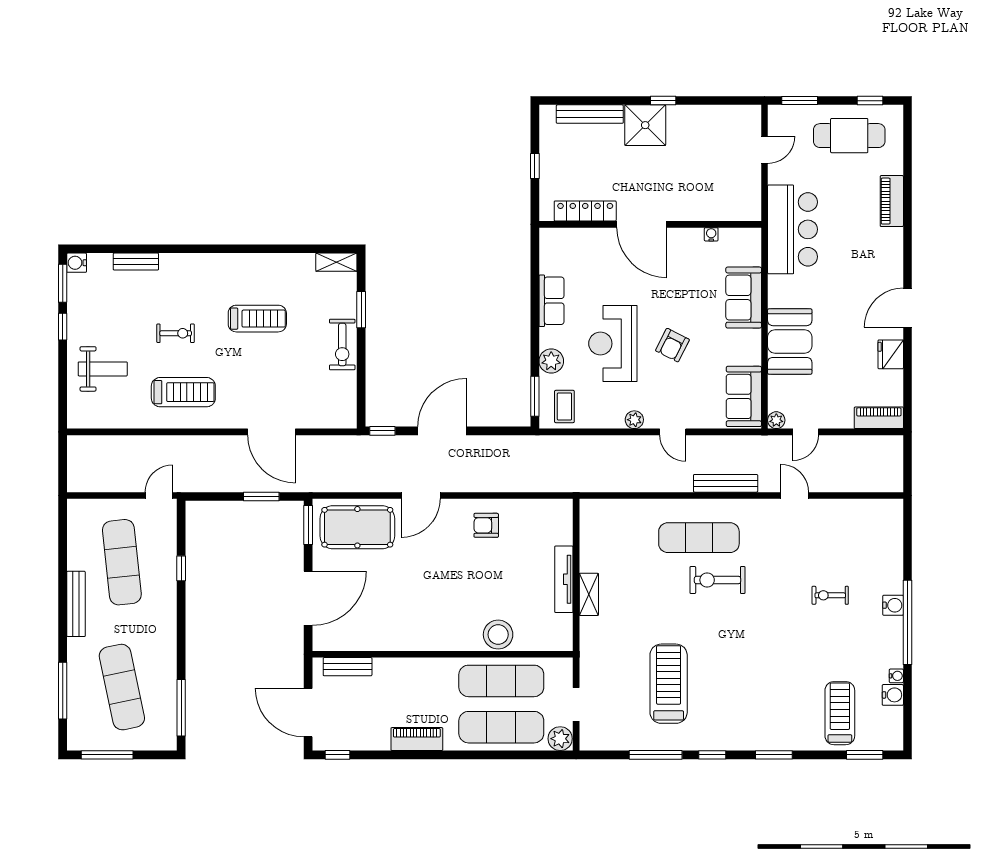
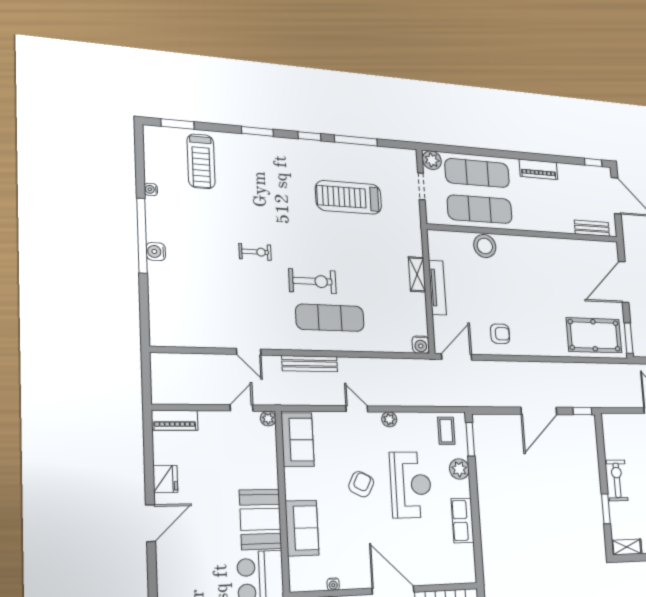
booth: (790, 342) -> (260, 519), moved
door: (421, 495) -> (457, 357), moved
exercise bike: (830, 595) -> (255, 252), moved
treadmill: (669, 684) -> (349, 197), turned 90
water cooler: (893, 695) -> (421, 345), moved, turned -90

